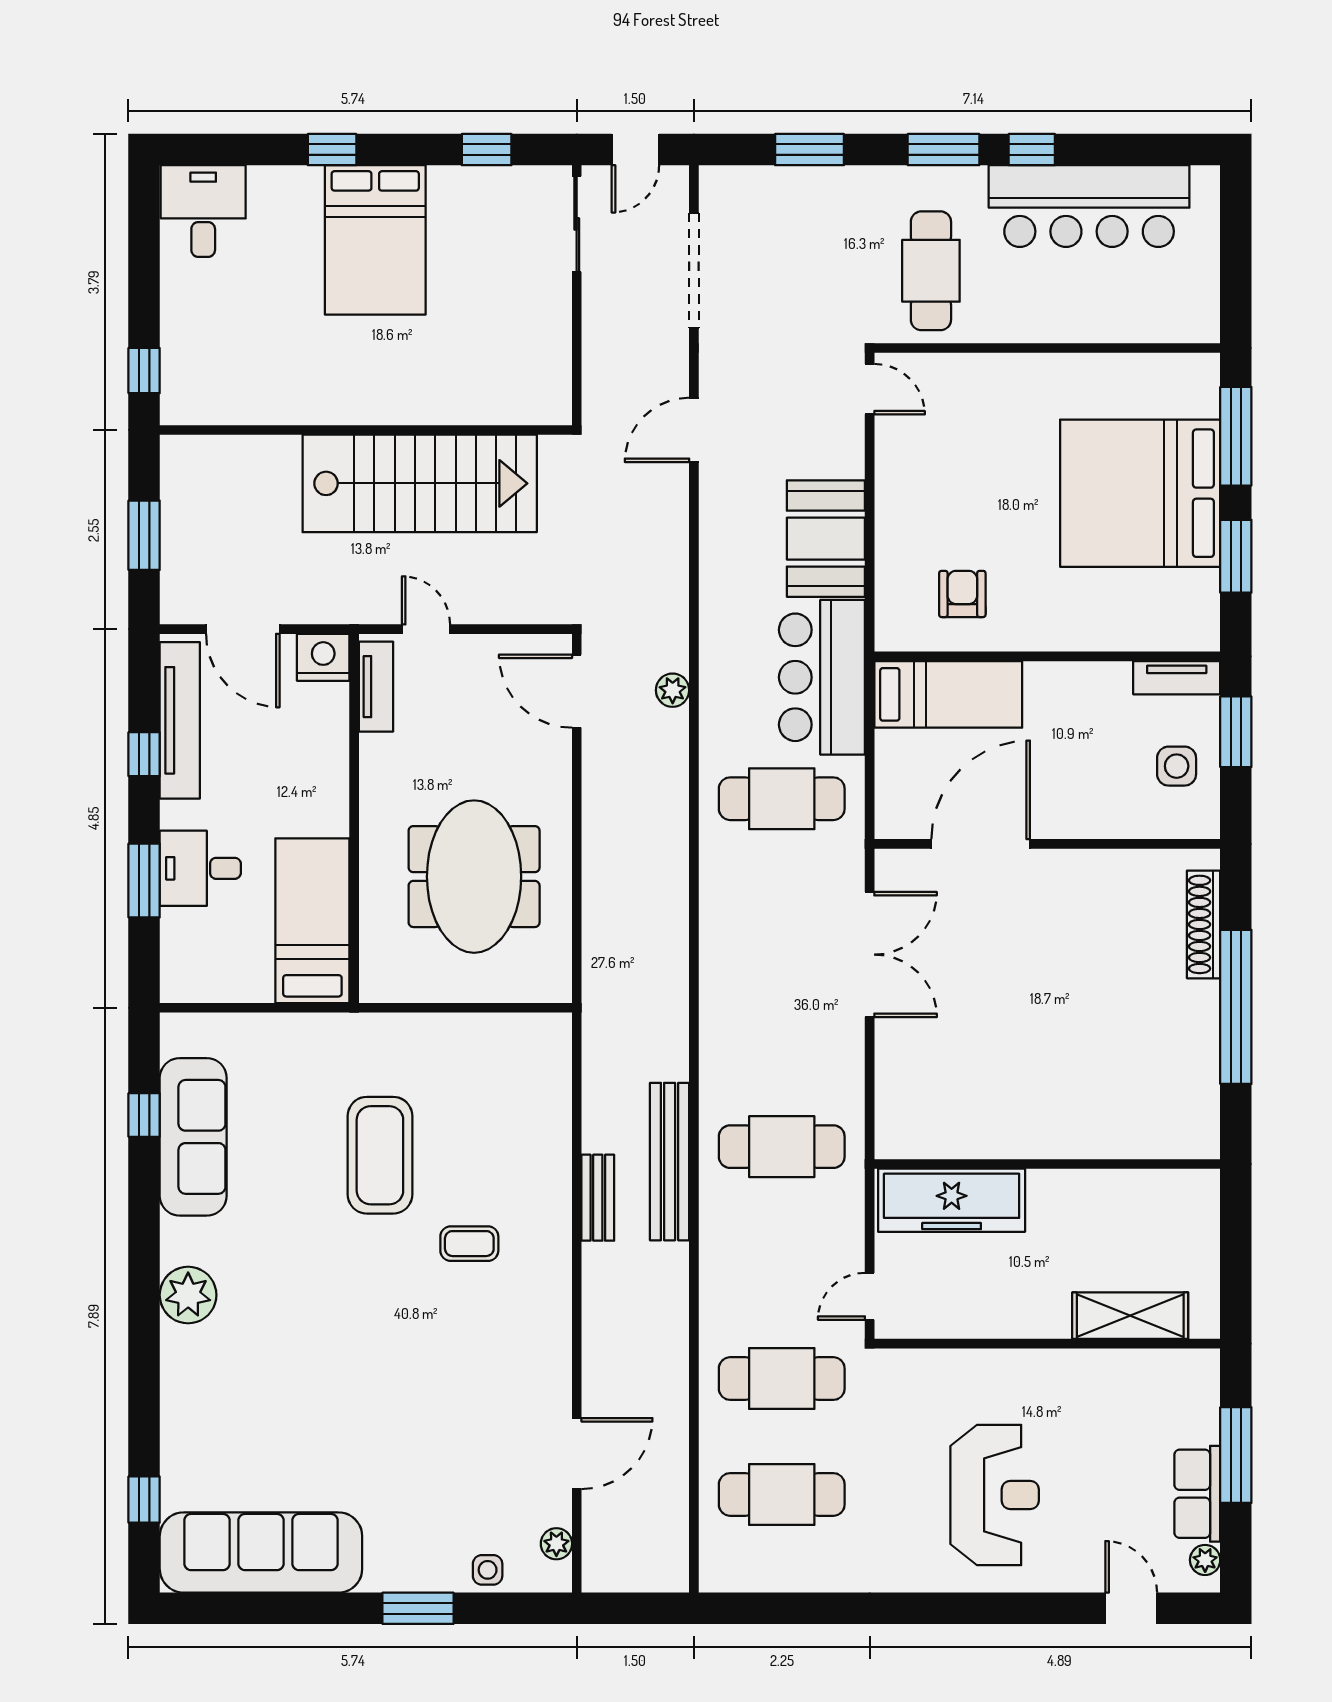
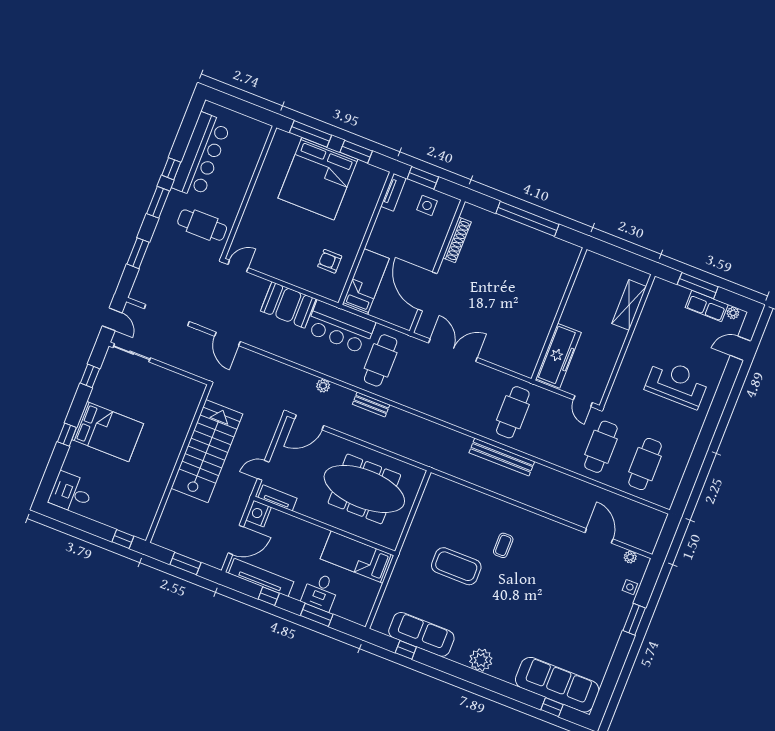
meeting table: (474, 877) -> (364, 489), width x1.36
shoe rack: (1204, 924) -> (457, 240), moved, turned -90
bench: (598, 1198) -> (371, 404), moved
sofa: (261, 1553) -> (557, 685), moved, turned 90

